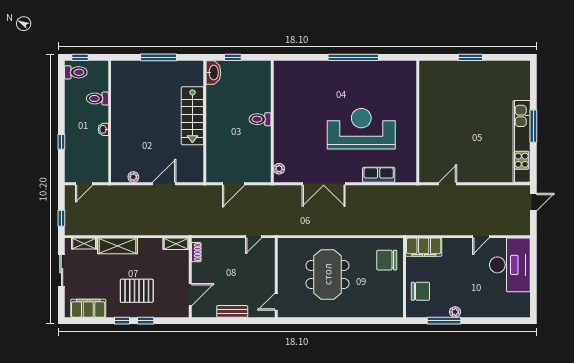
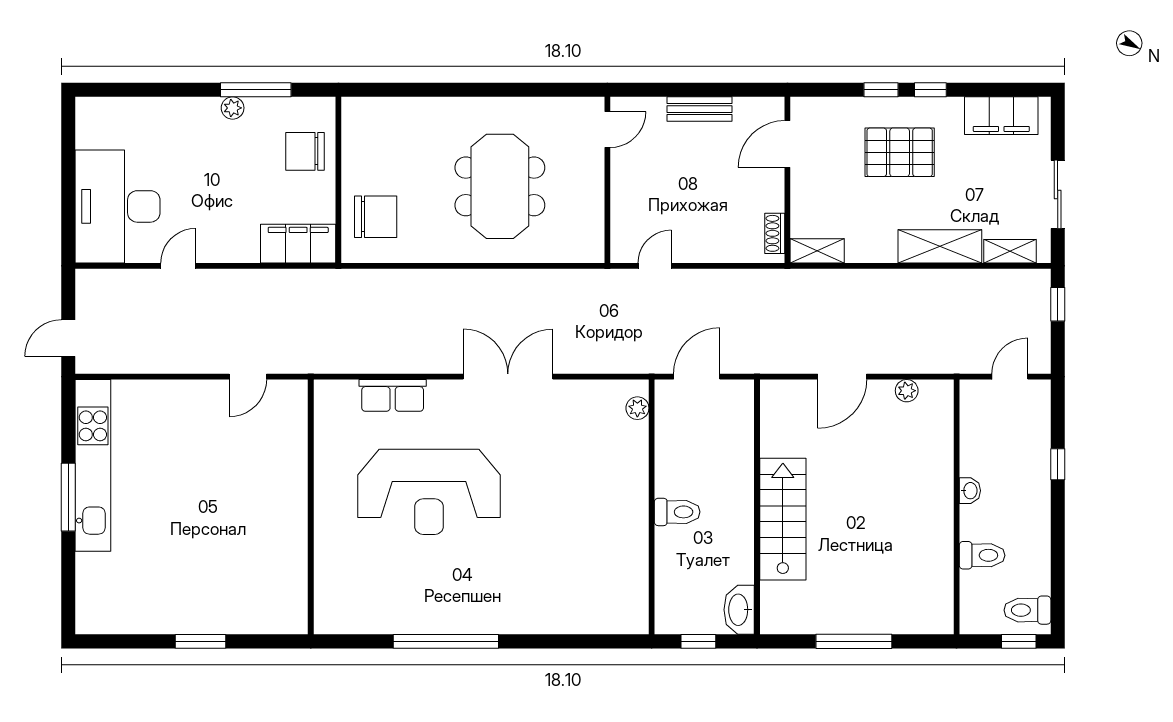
toilet: (260, 119) -> (677, 512), moved
wall: (272, 122) -> (652, 507), moved
plant: (279, 169) -> (637, 408), moved

